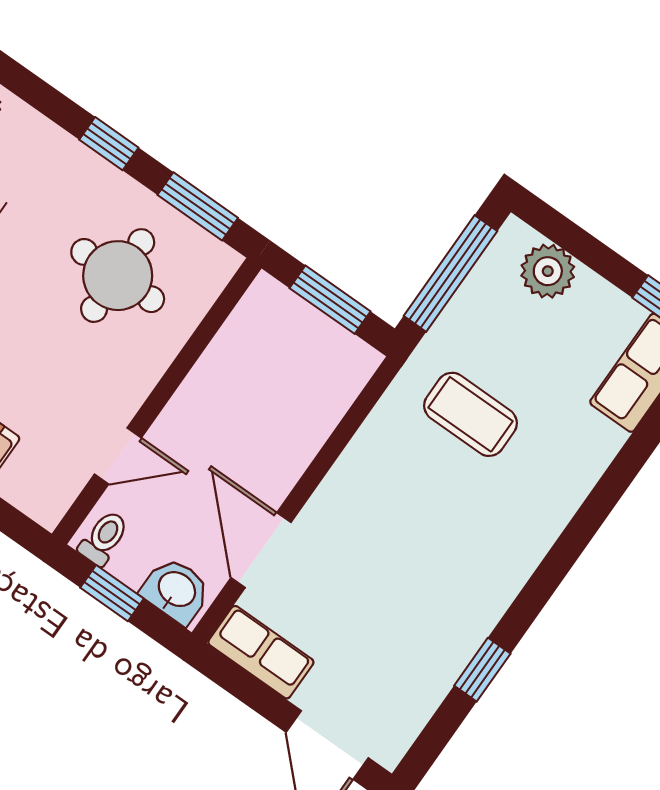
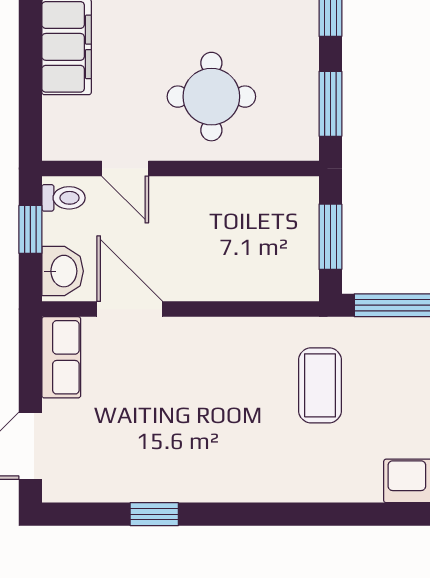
round table: (118, 276) -> (211, 97), moved
door: (261, 550) -> (130, 309), hinge flipped

